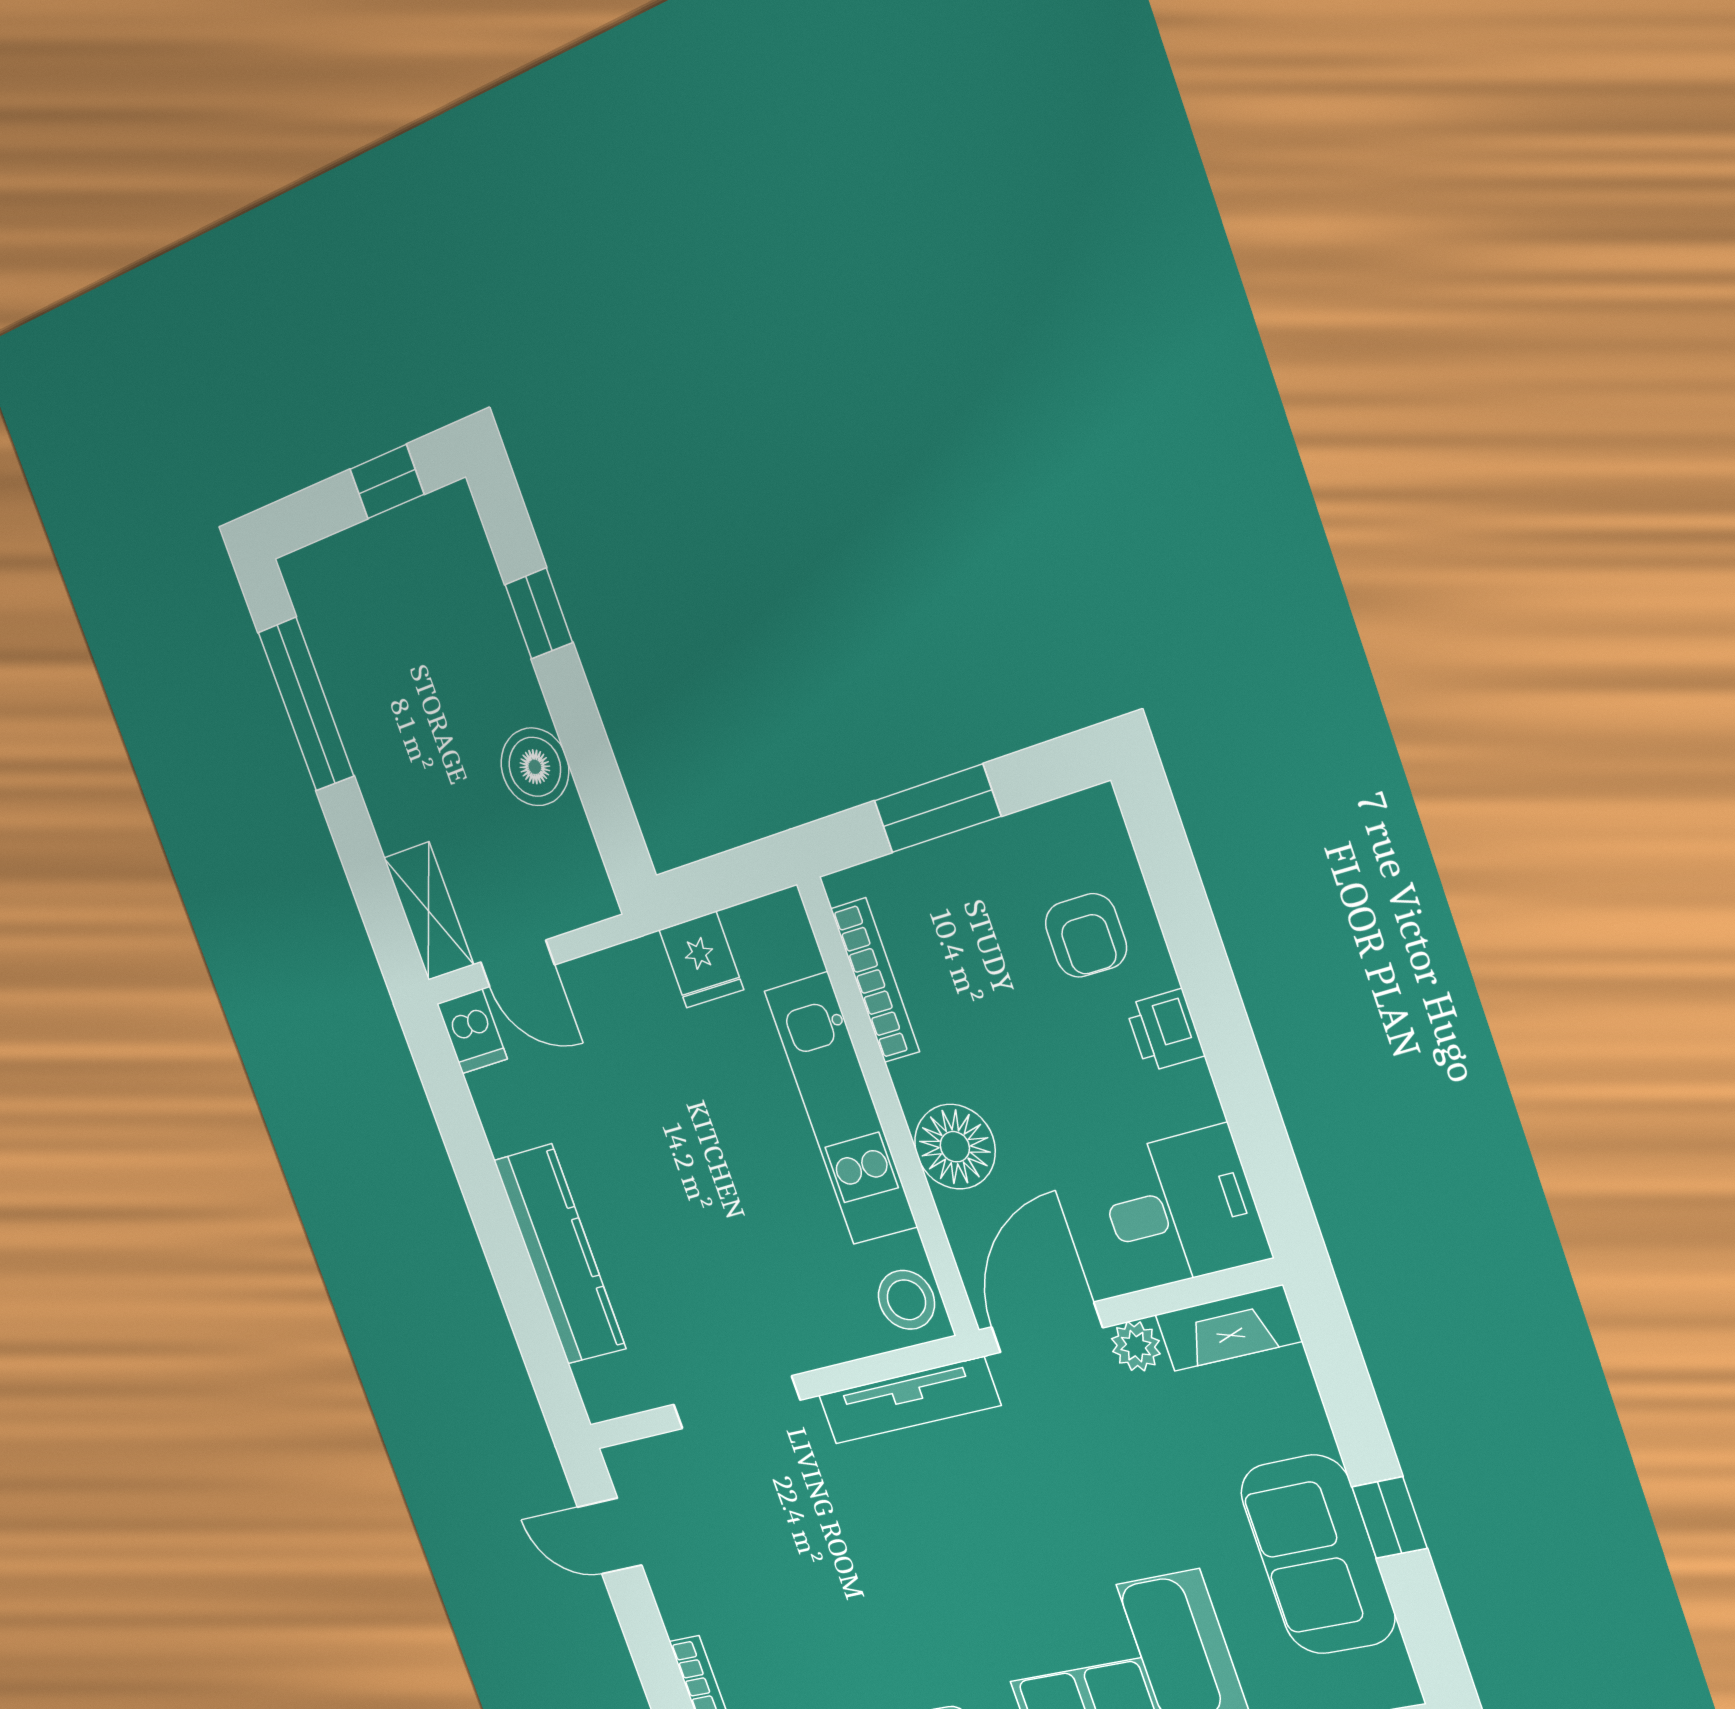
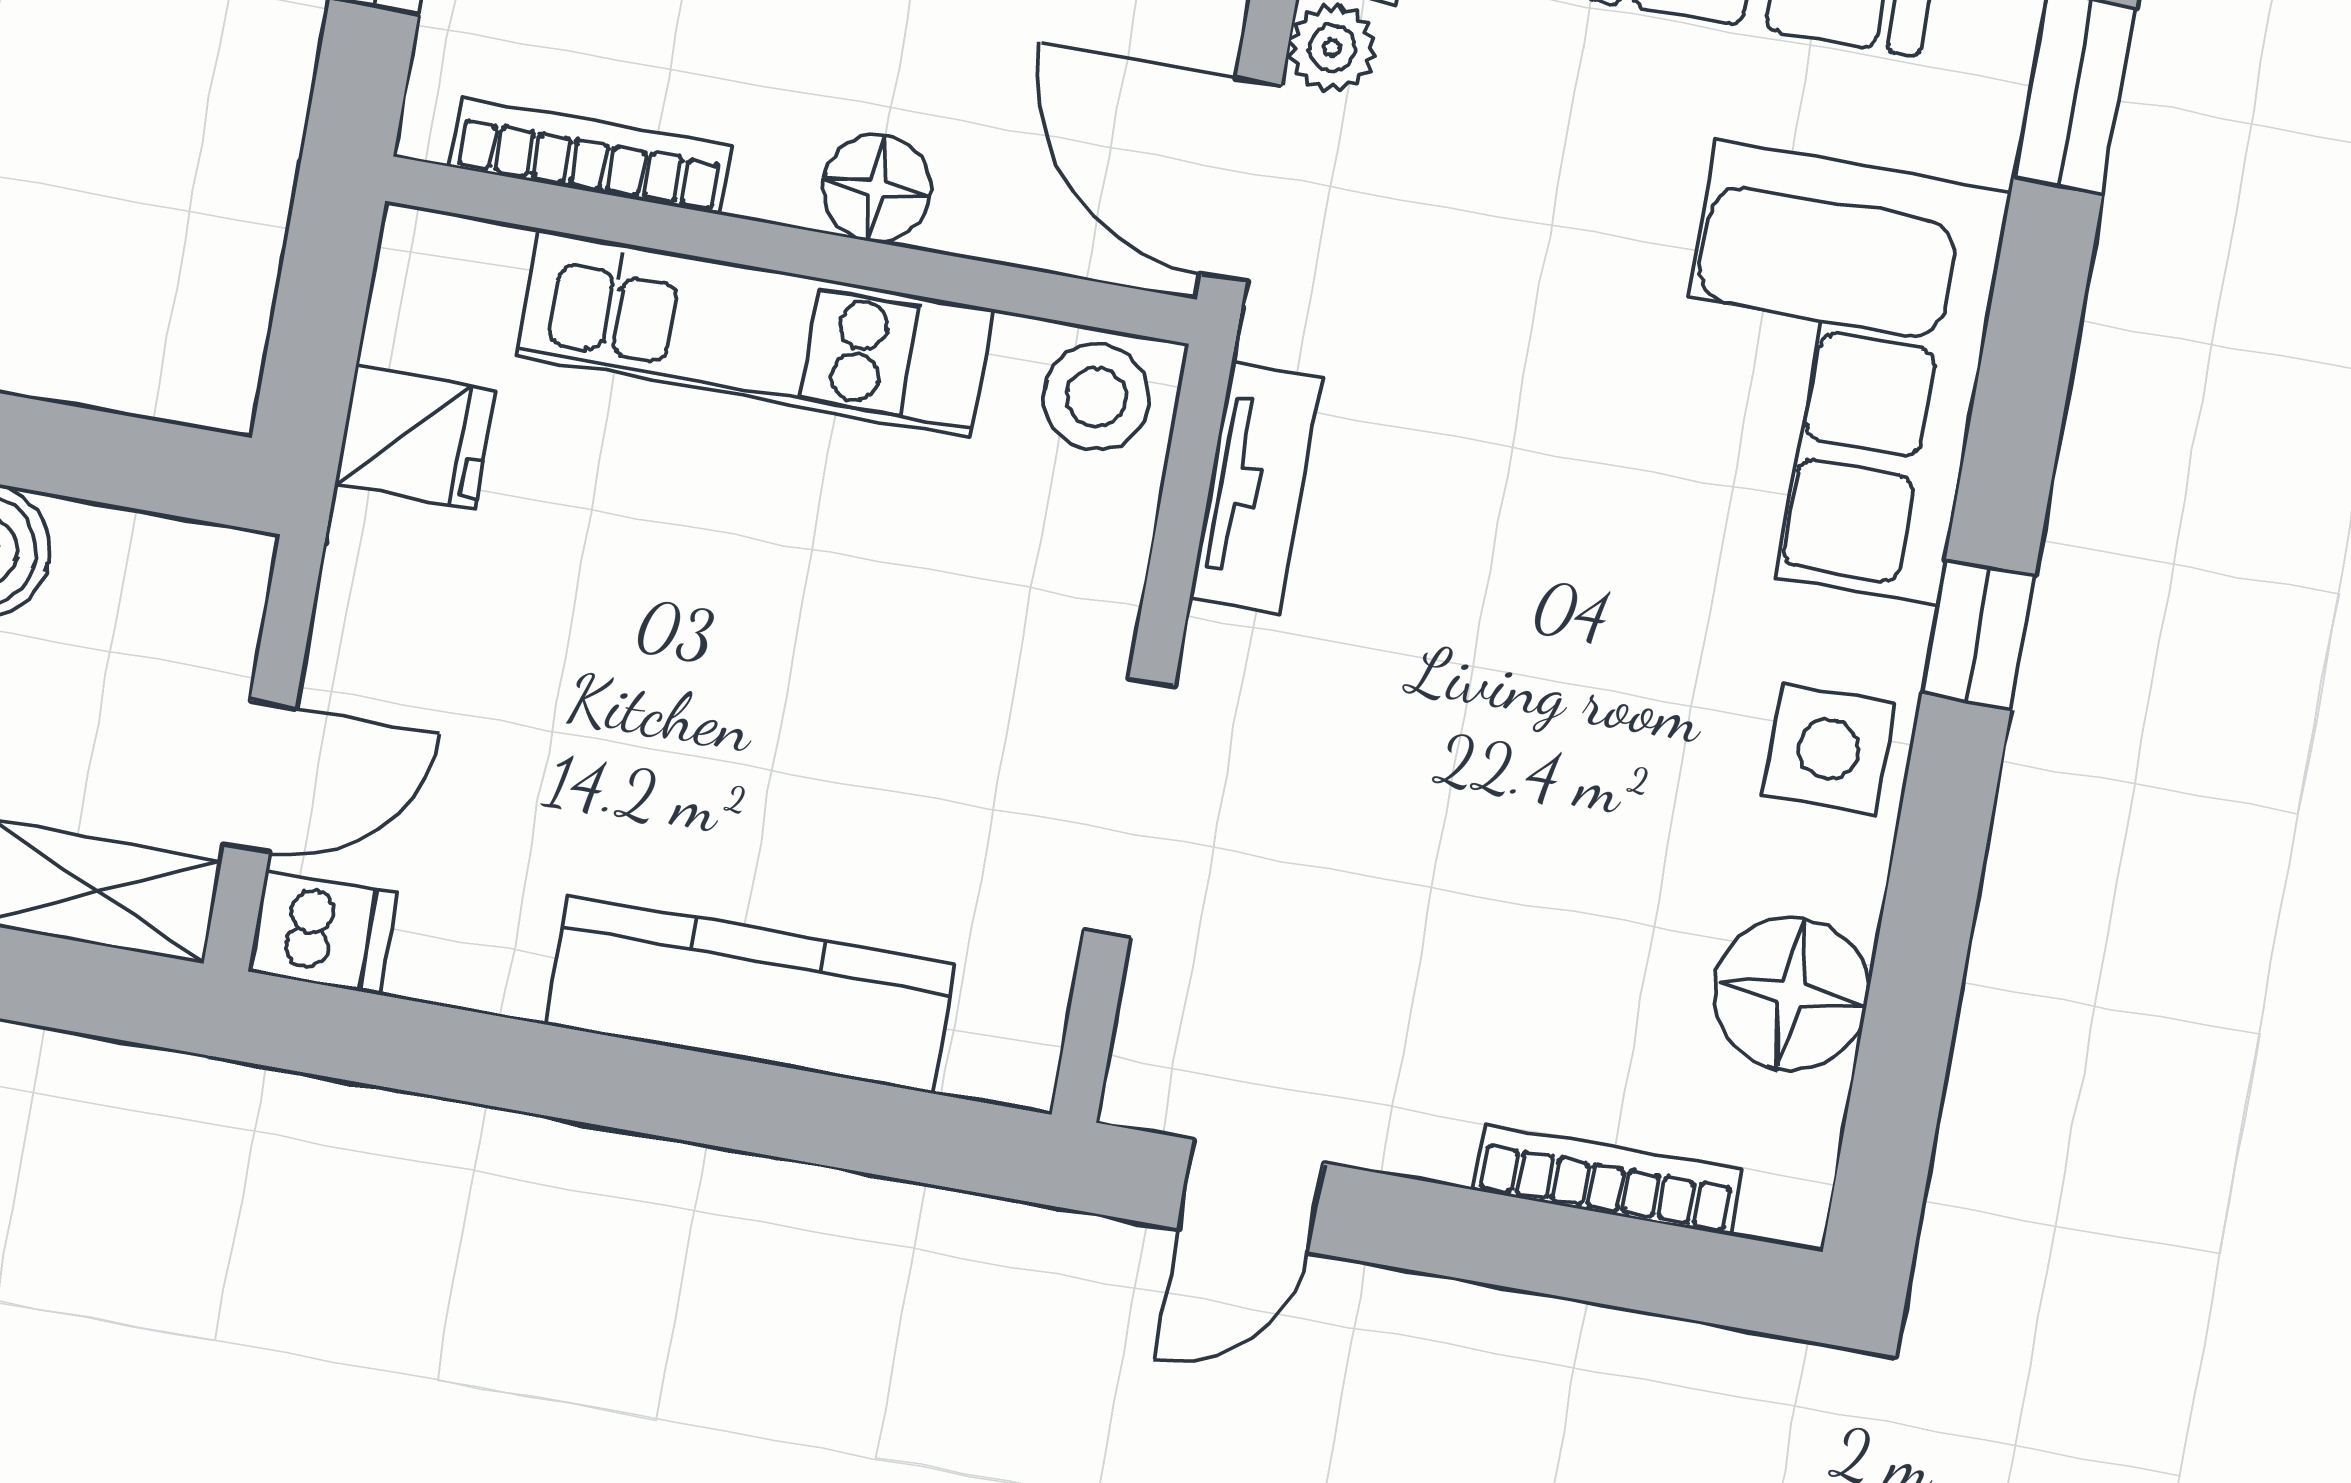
floor lamp: (955, 1147) -> (877, 188), width x0.73, depth x0.73
tv unit: (909, 1400) -> (1255, 488), width x0.71

